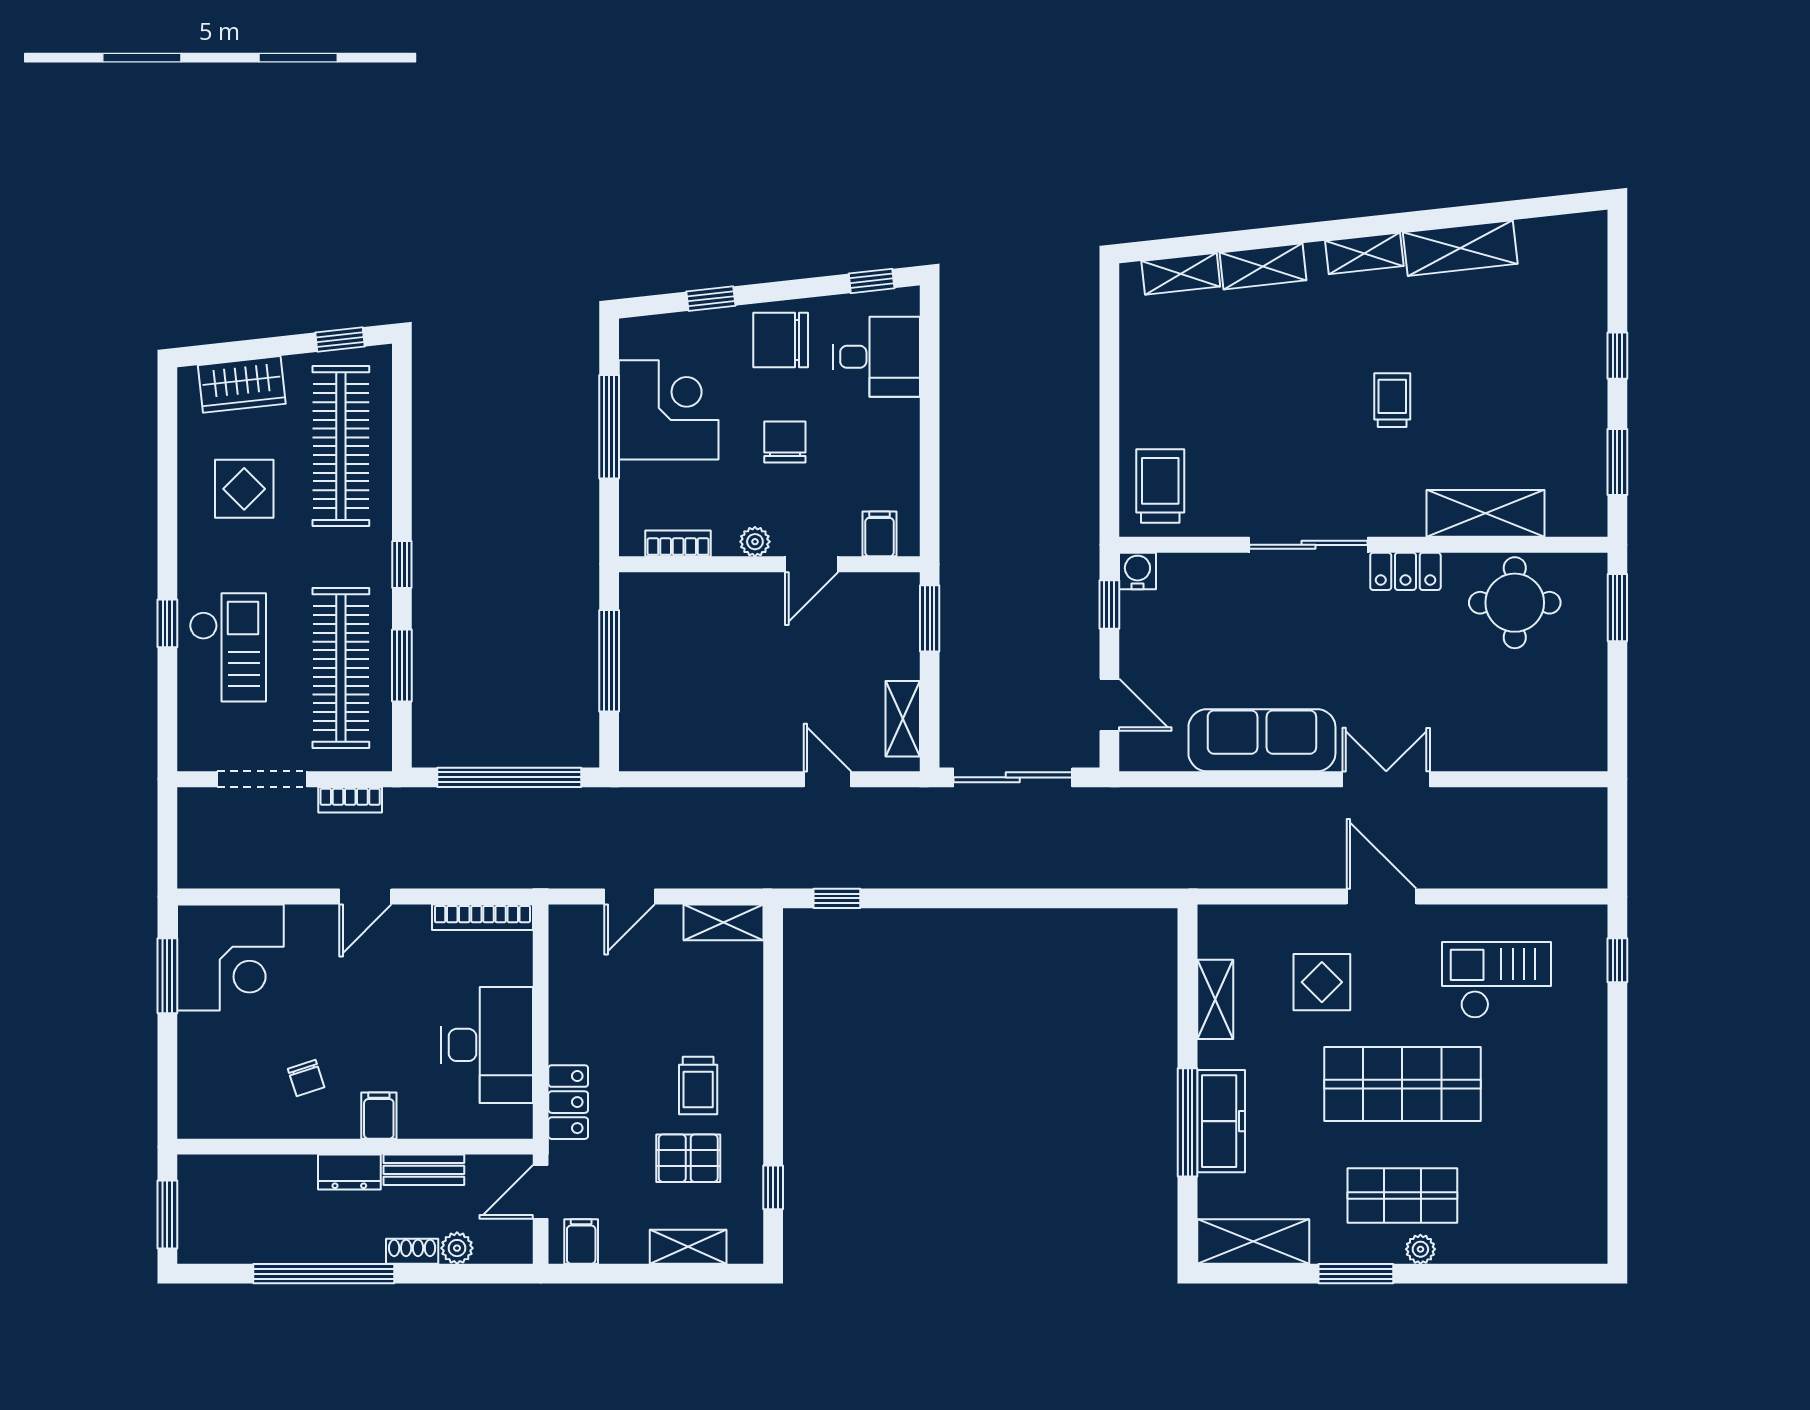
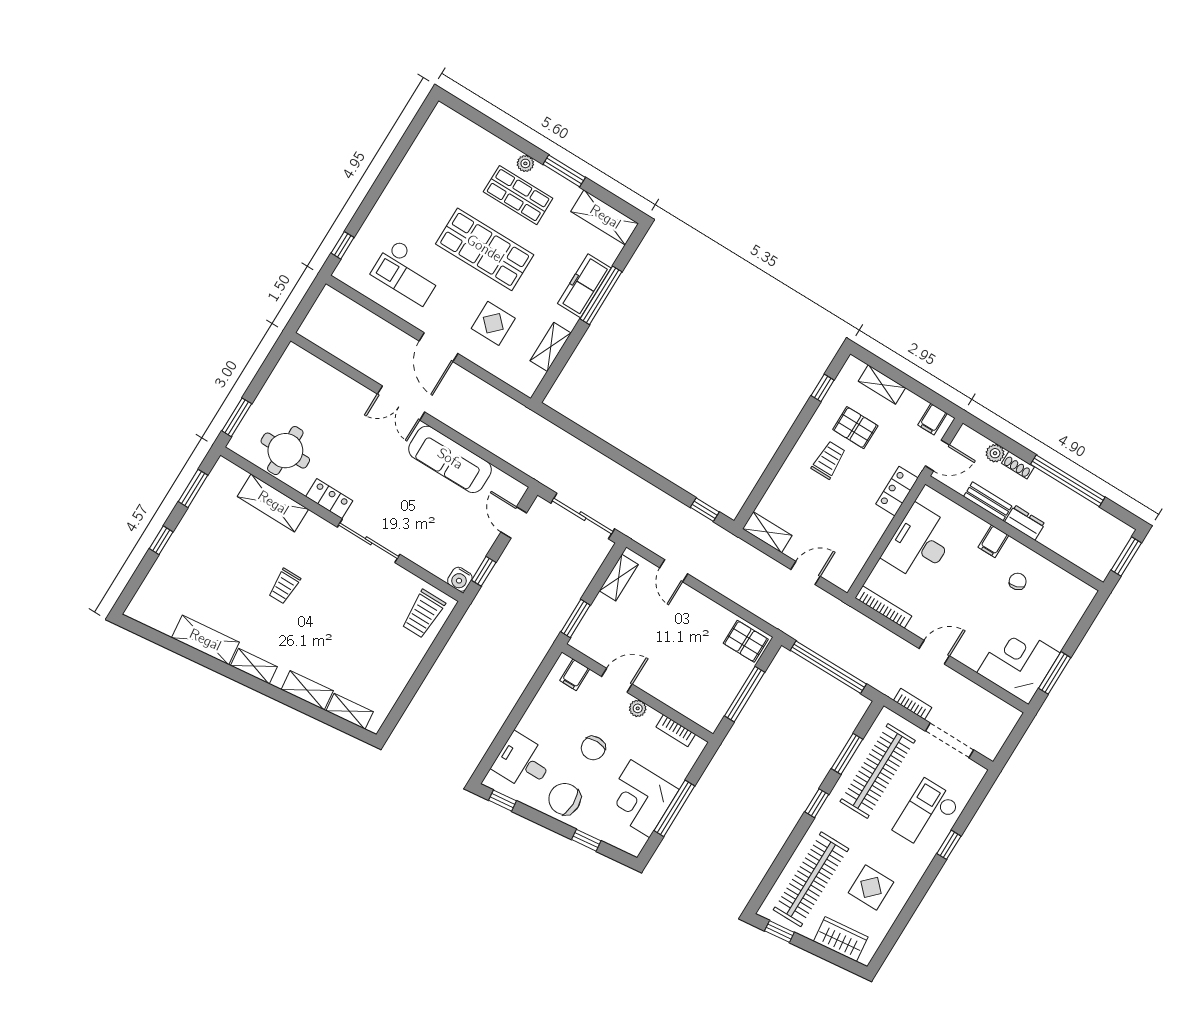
chair: (781, 340) -> (565, 799), turned 180
pallet: (656, 740) -> (746, 641), added

